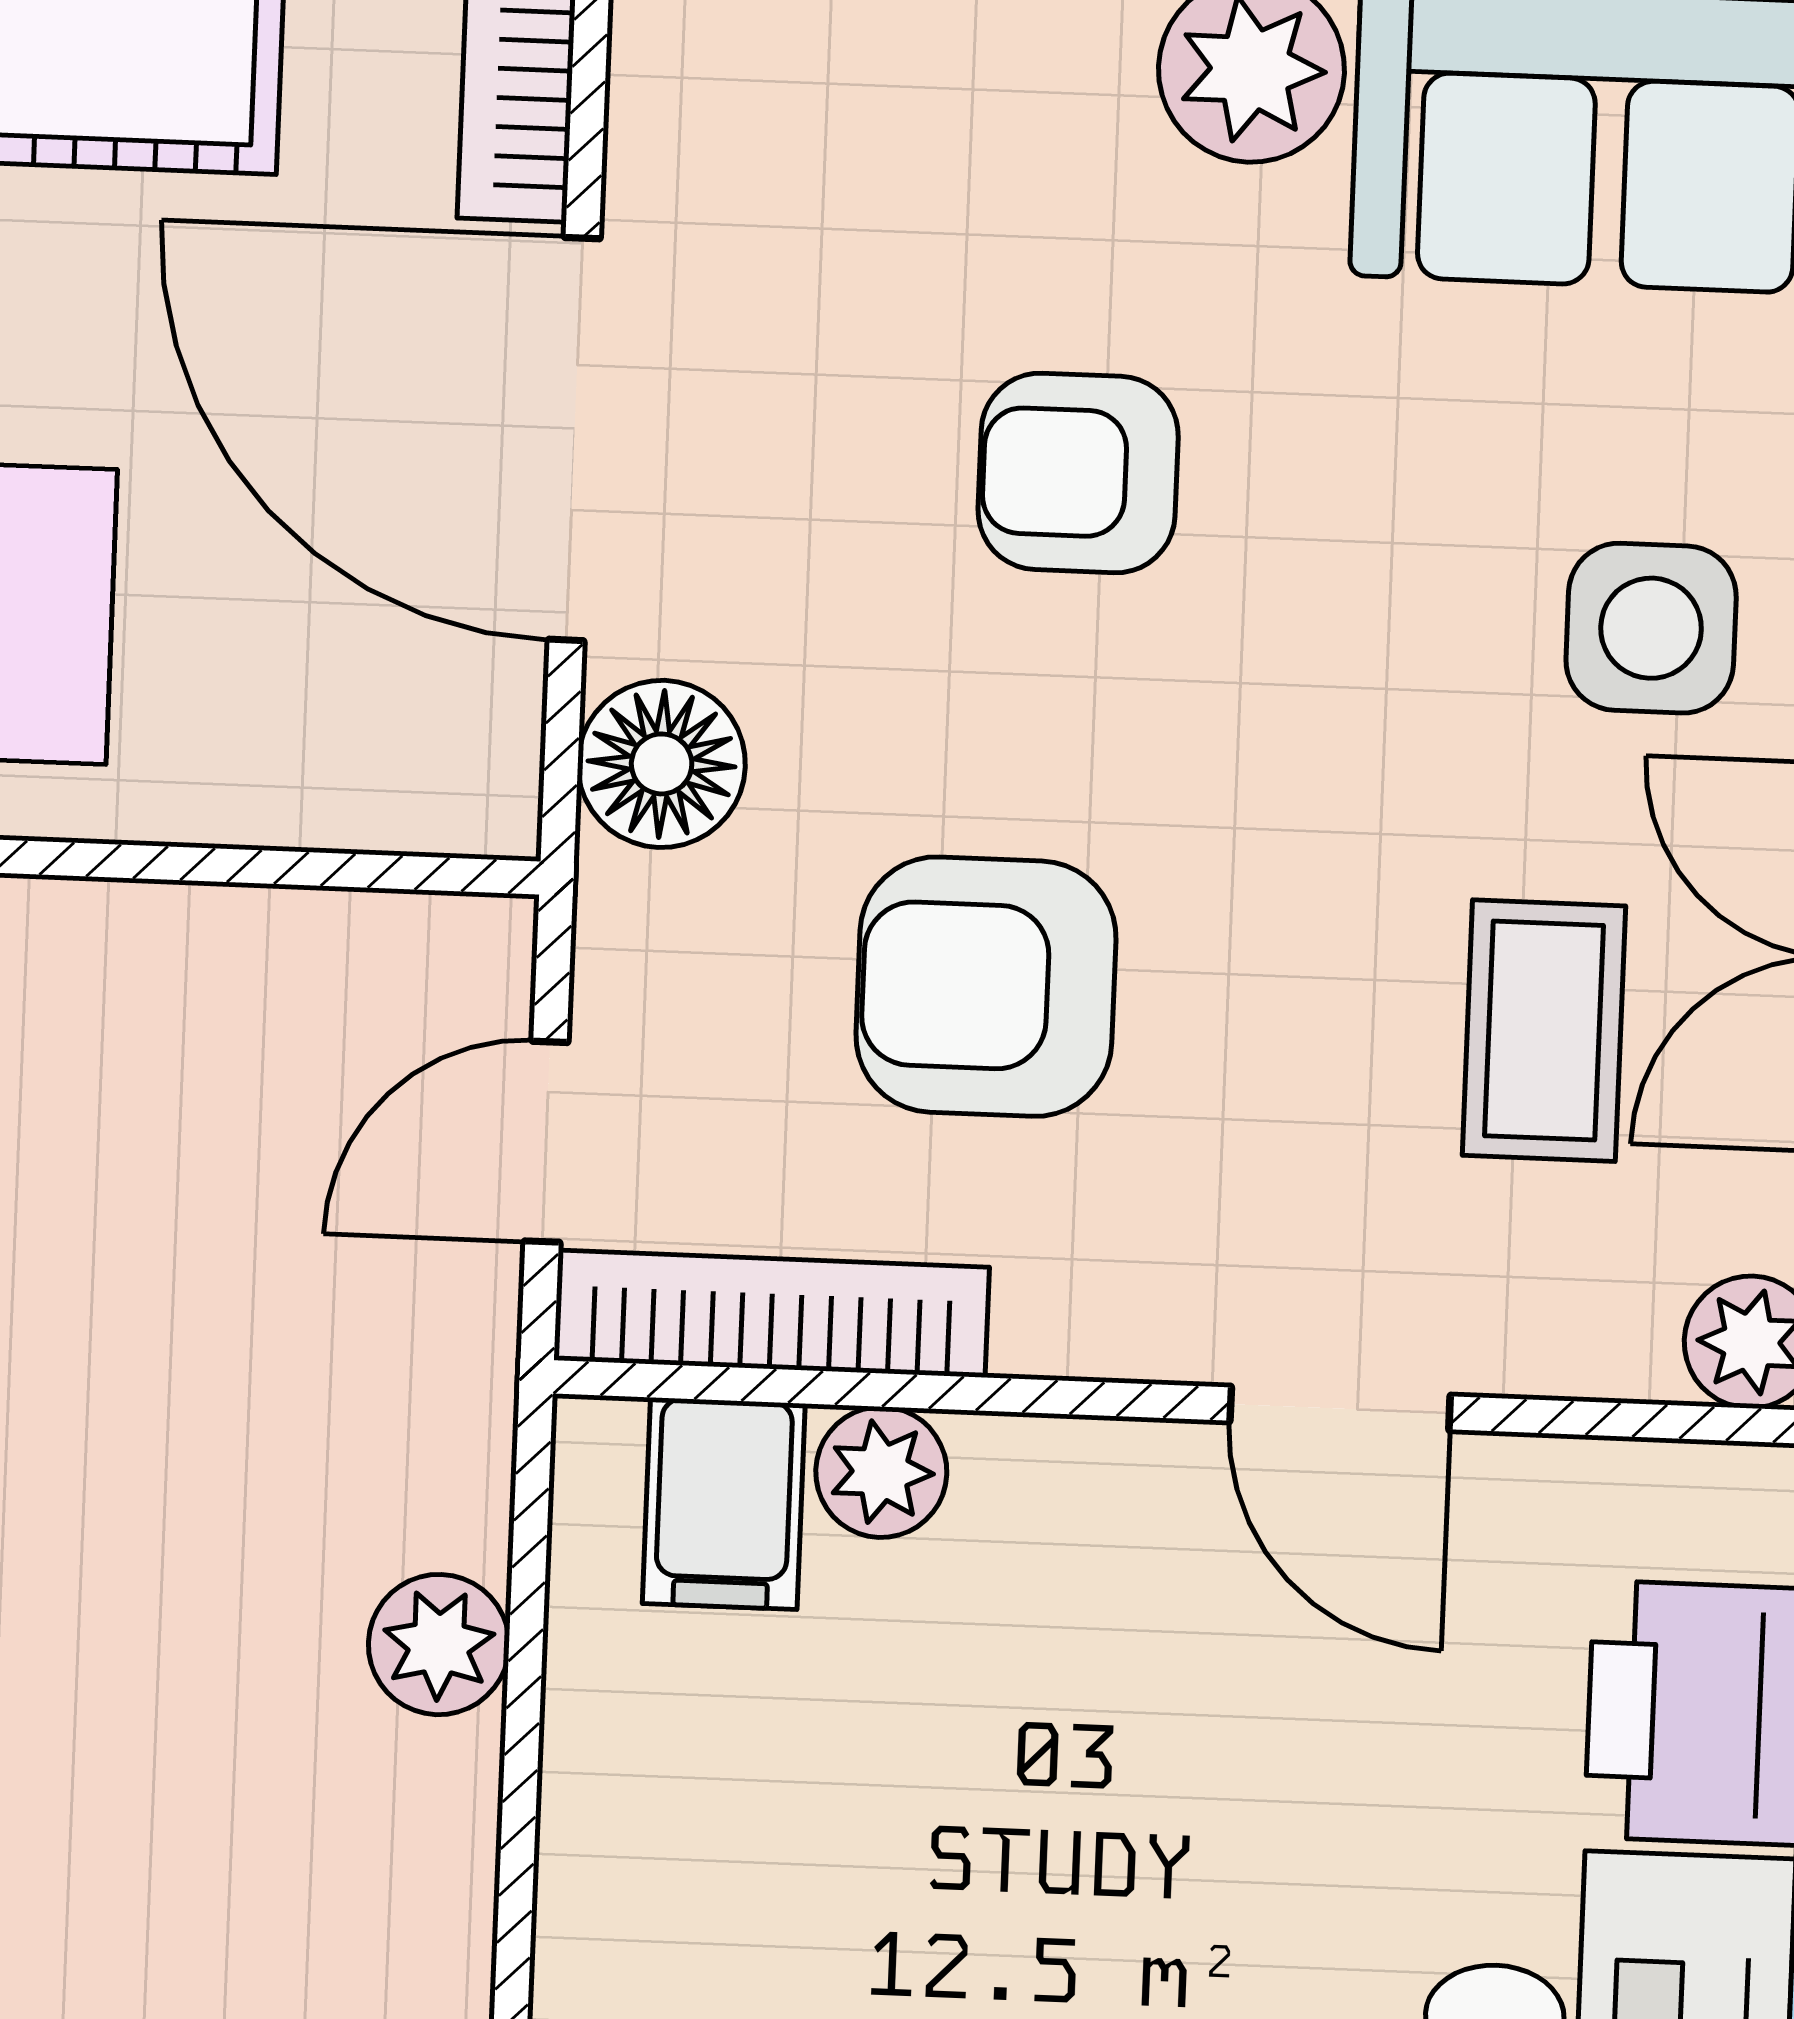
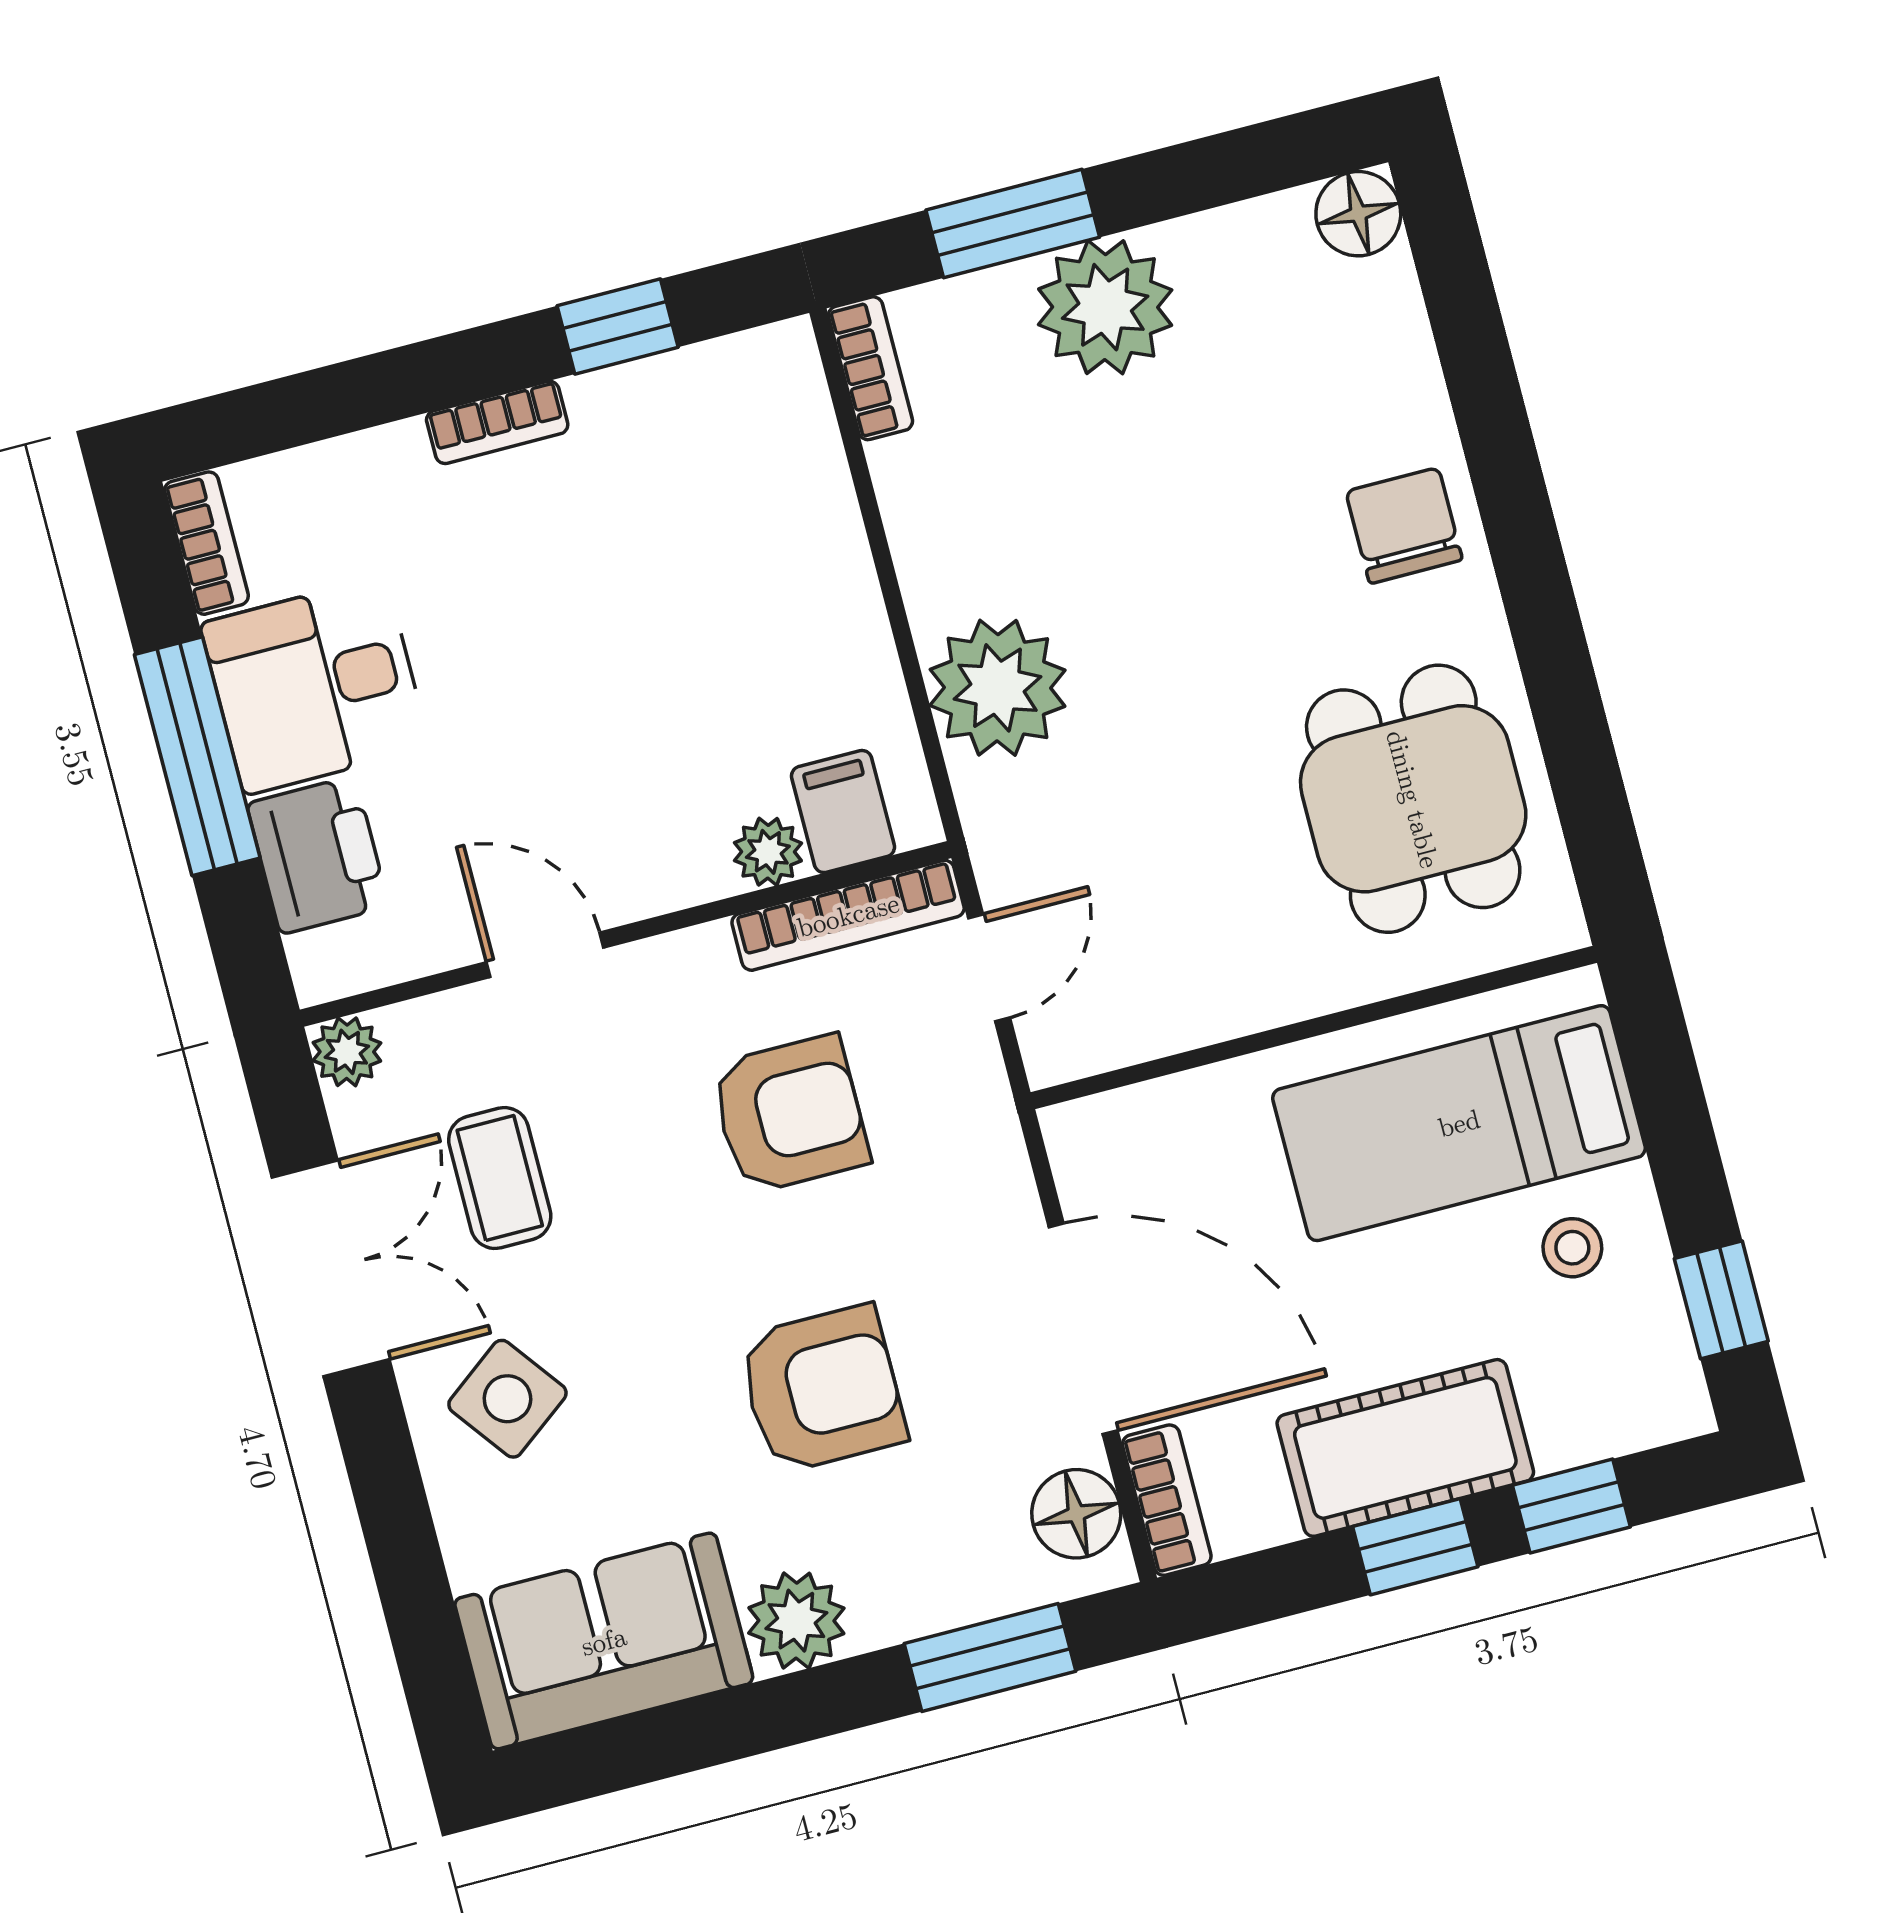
armchair: (1078, 473) -> (822, 1389), width x1.38, depth x1.38
side table: (1651, 628) -> (507, 1399), turned -37
floor lamp: (662, 764) -> (1076, 1514), moved
plant: (439, 1645) -> (997, 688), width x1.87, depth x1.87

